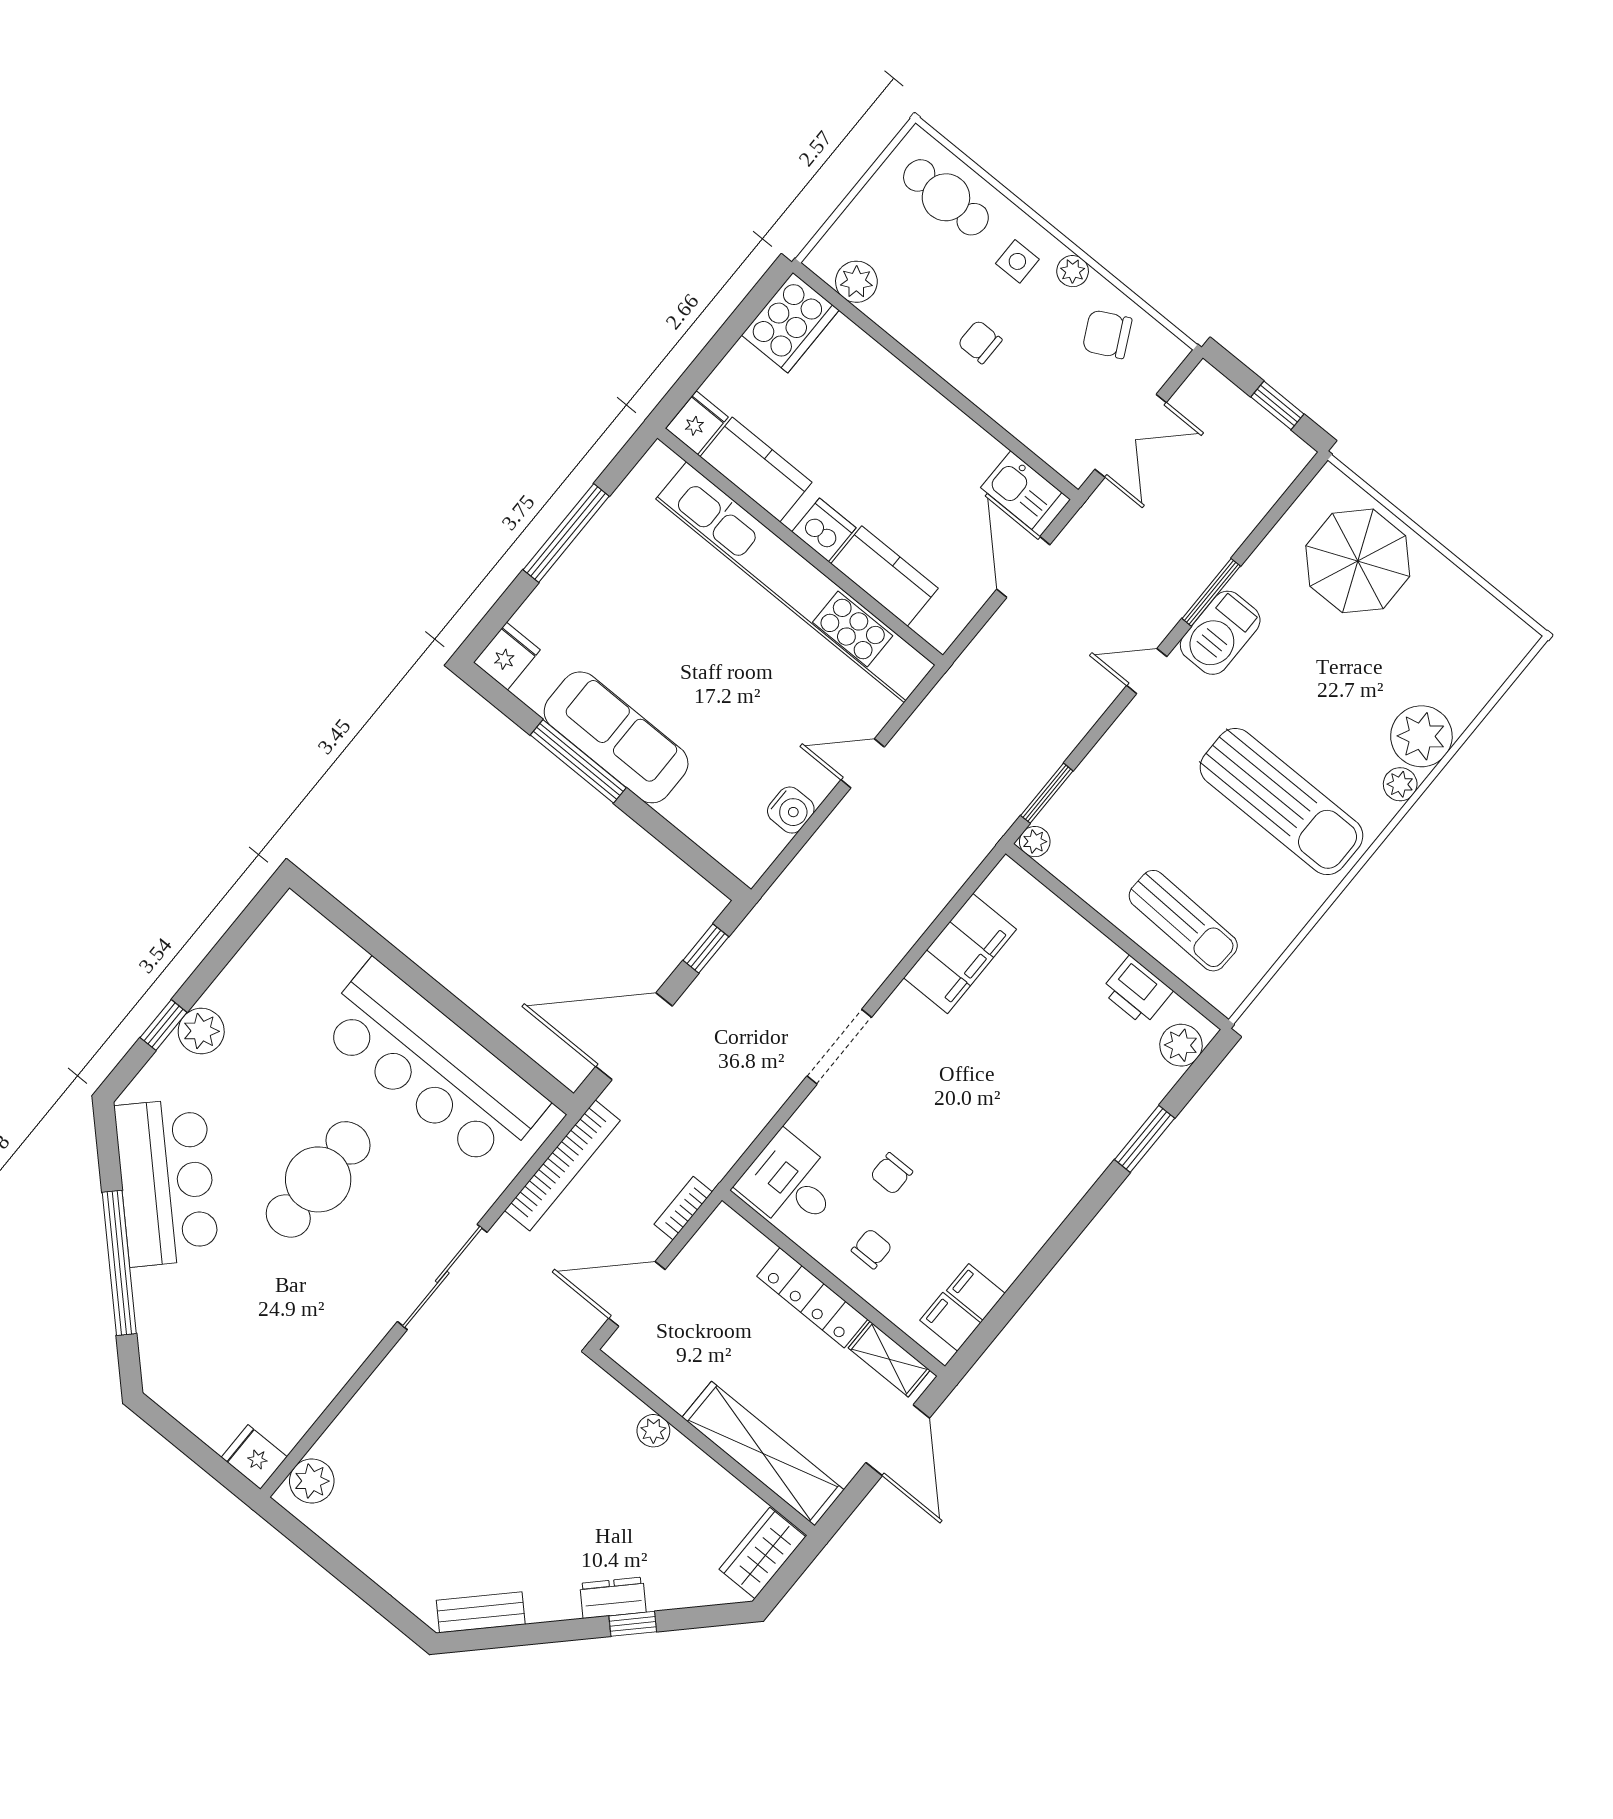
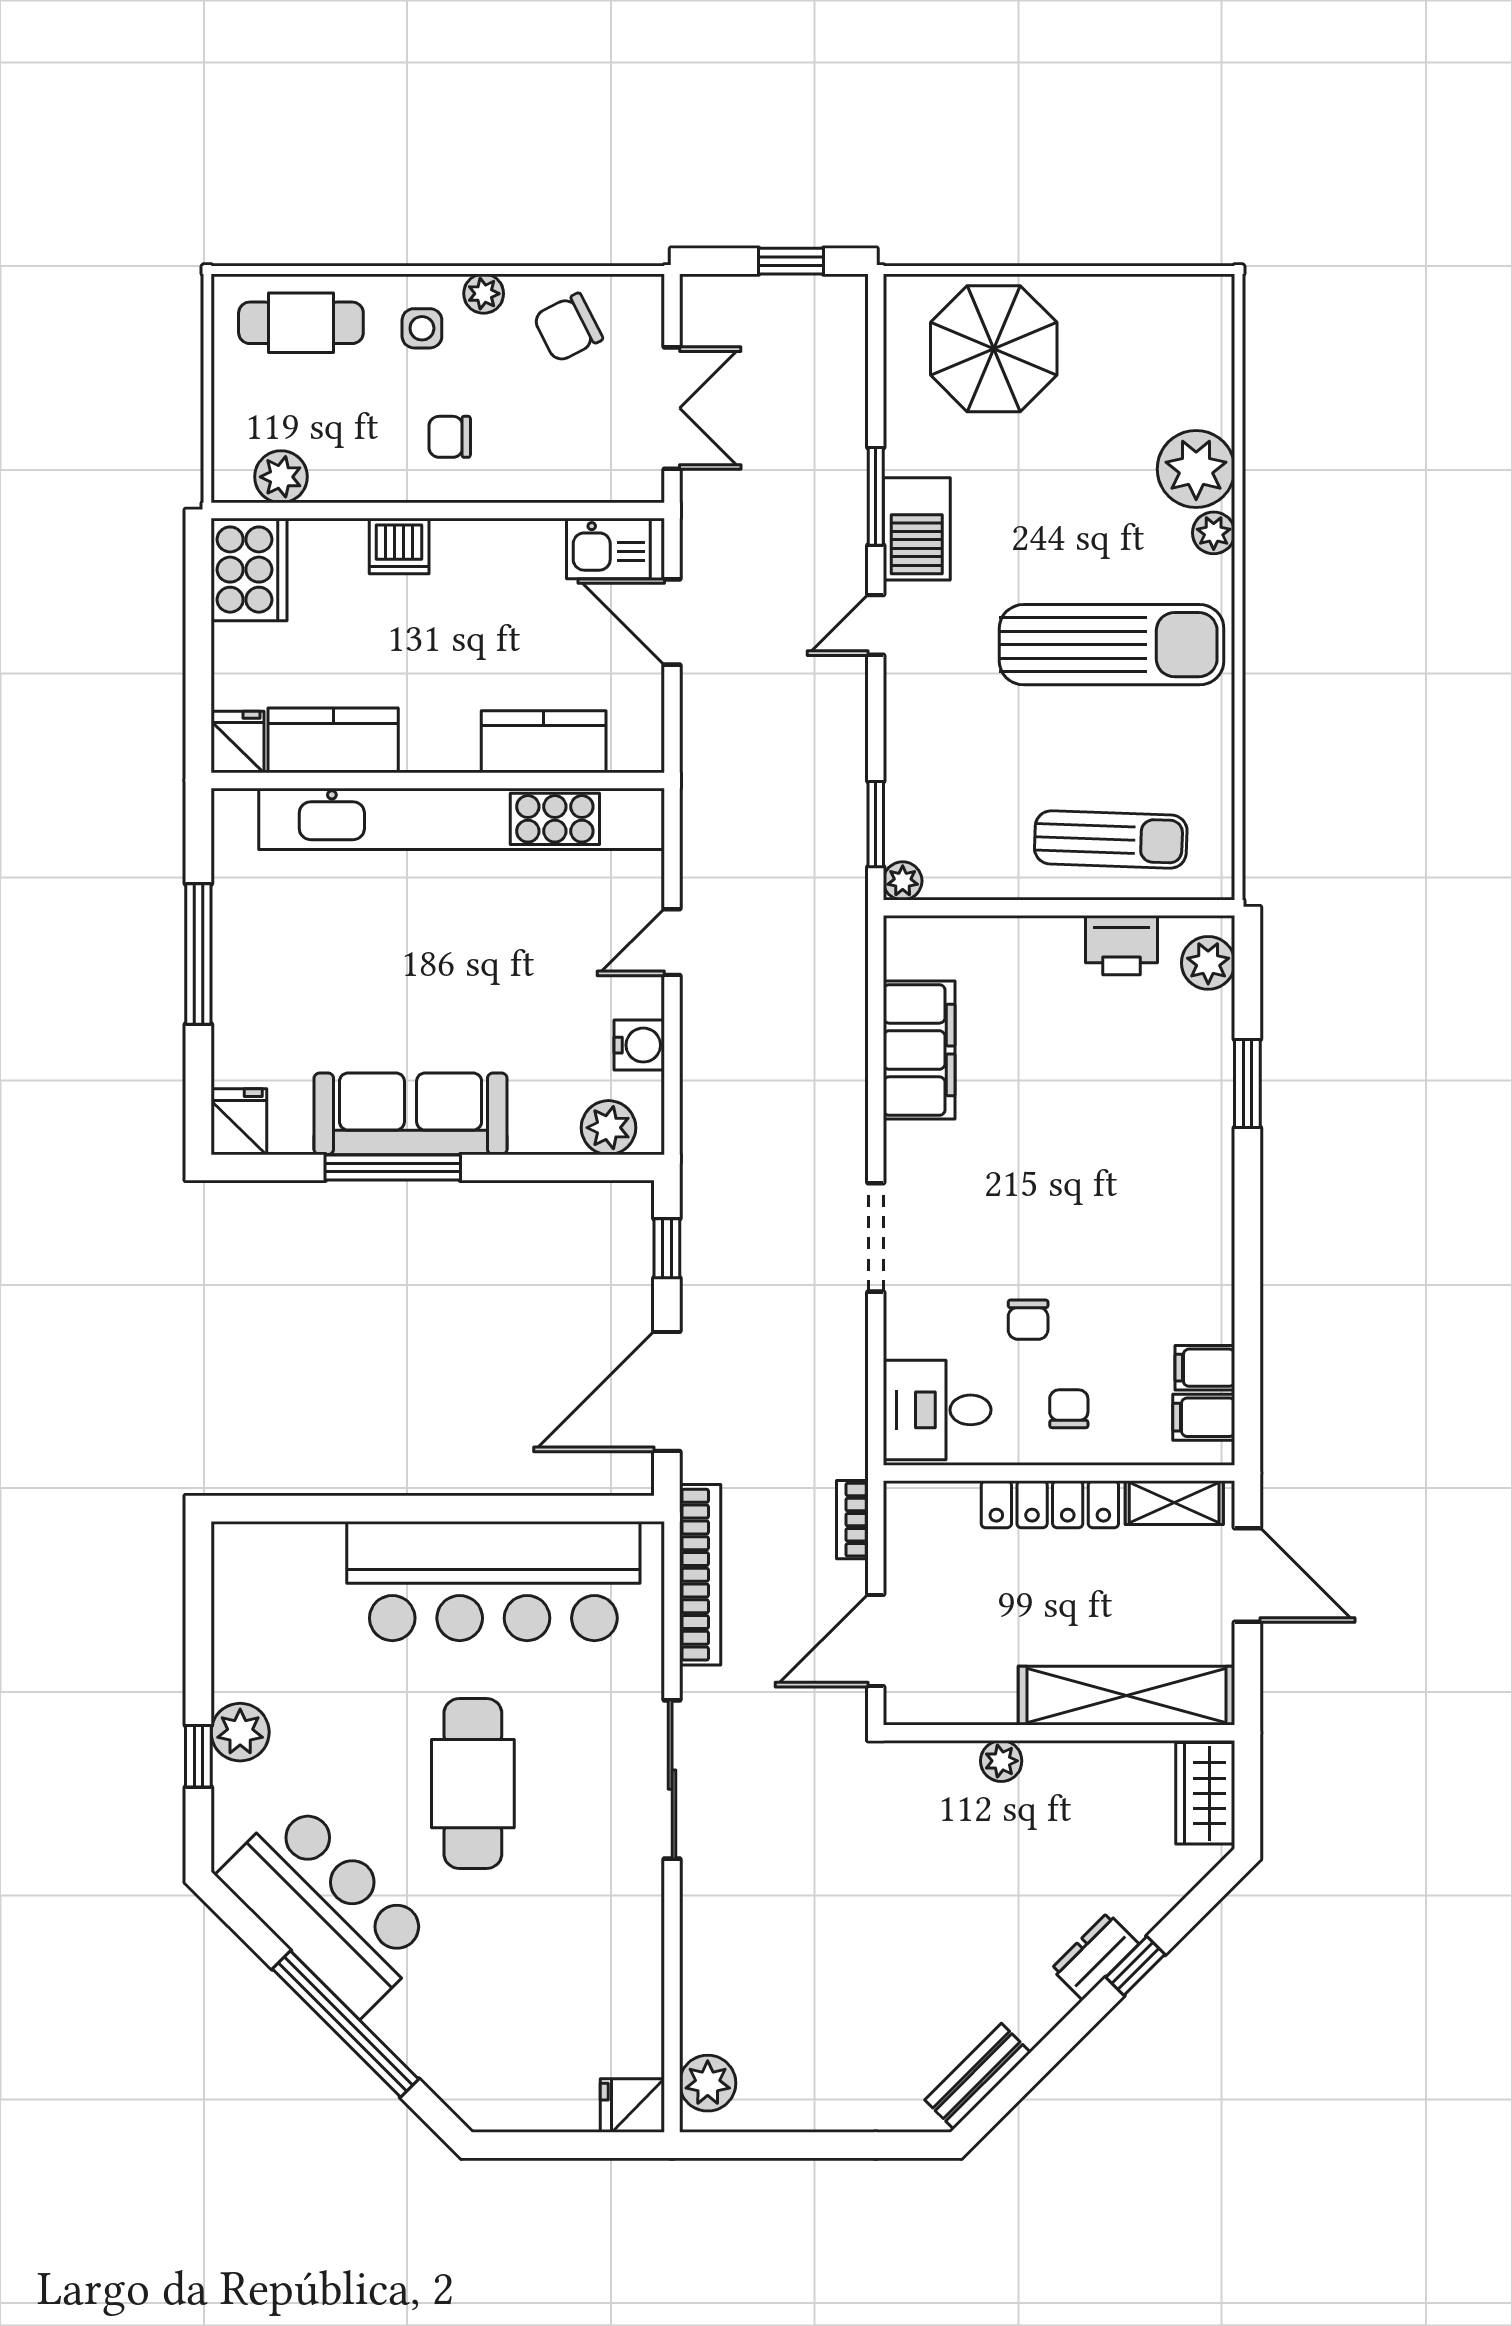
dishwasher: (824, 530) -> (399, 546), moved, turned 180
plant: (731, 845) -> (608, 1128), added

